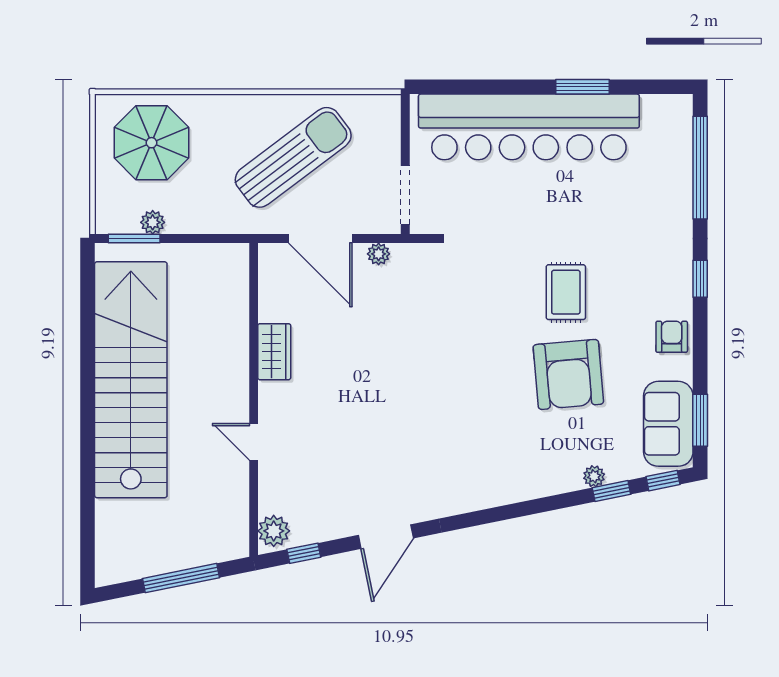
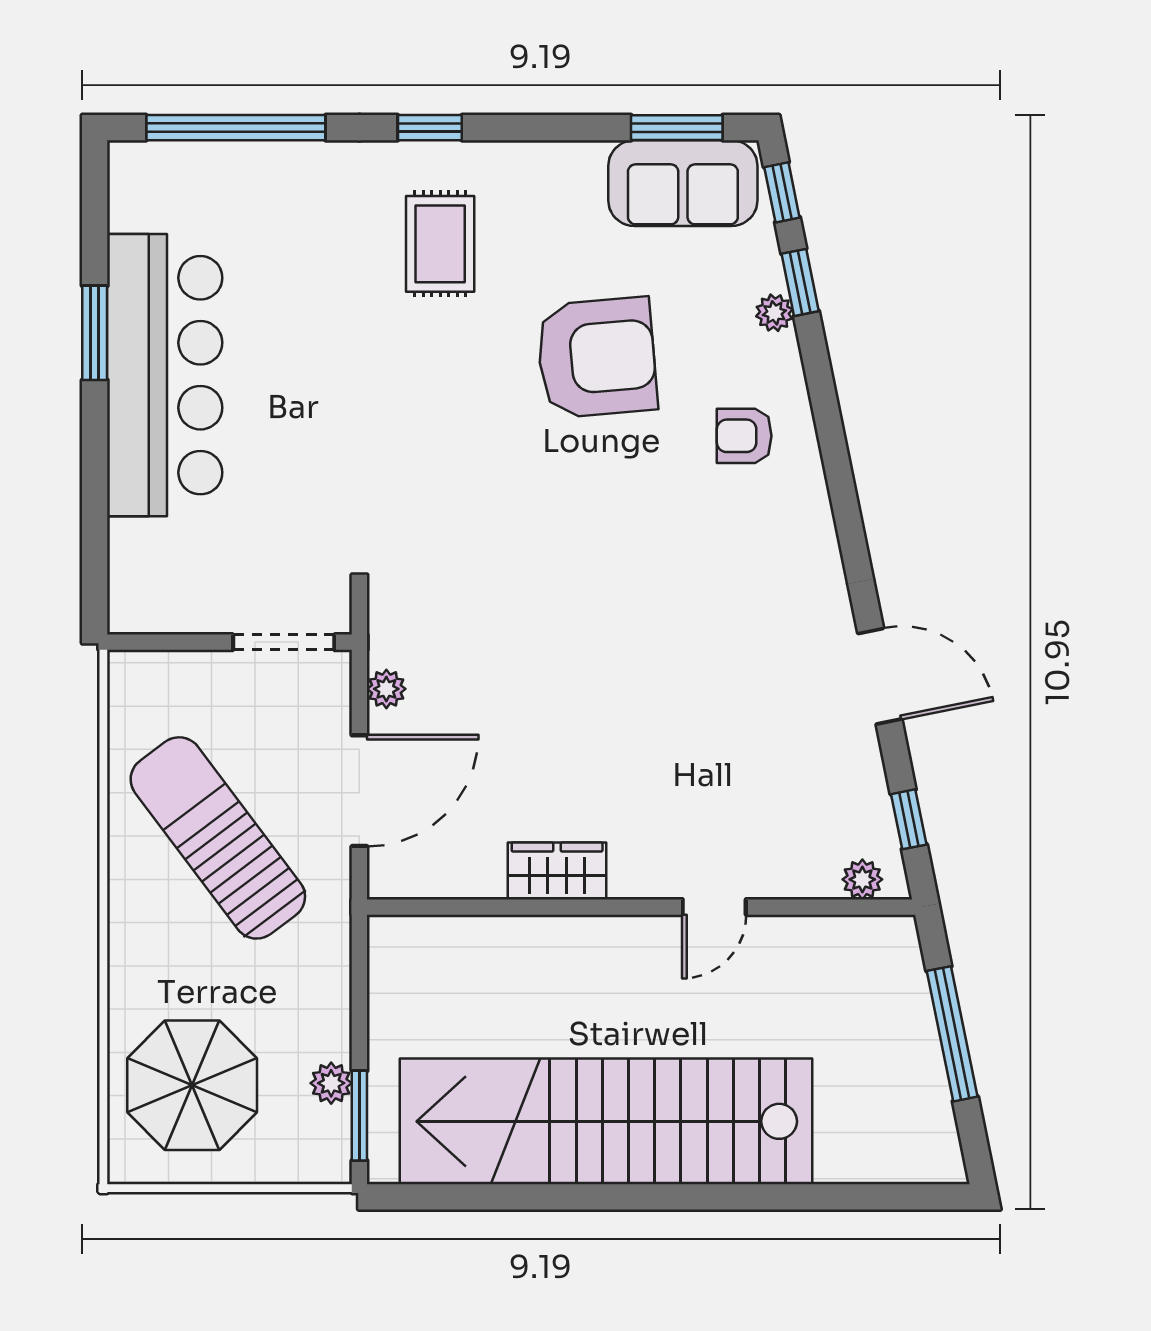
bar counter: (529, 127) -> (165, 375), width x0.73
rug: (566, 292) -> (440, 244), moved, turned 90
armchair: (672, 337) -> (744, 436), moved
plant: (274, 531) -> (862, 879), width x0.73, depth x0.73

